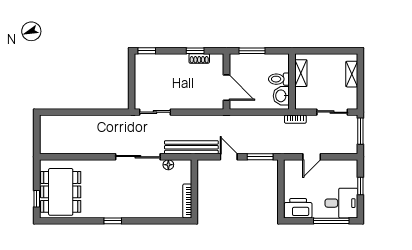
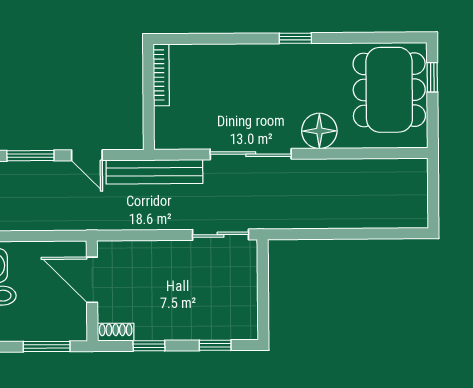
window: (147, 51) -> (215, 345), moved
shoe rack: (199, 58) -> (116, 332), moved
floor lamp: (168, 165) -> (319, 131), moved, width x1.89, depth x1.89

